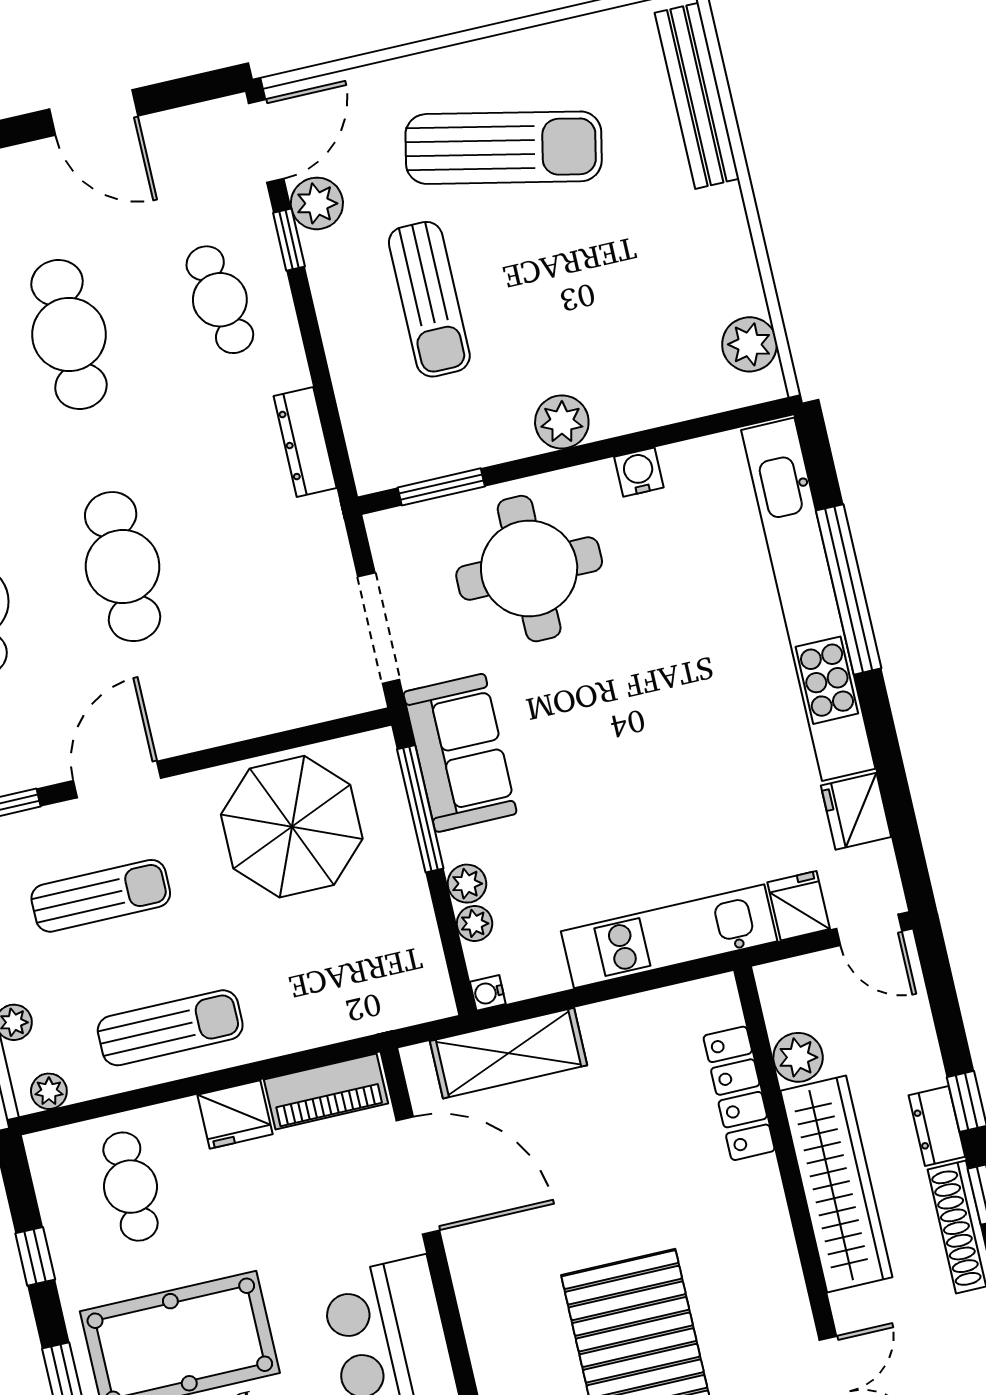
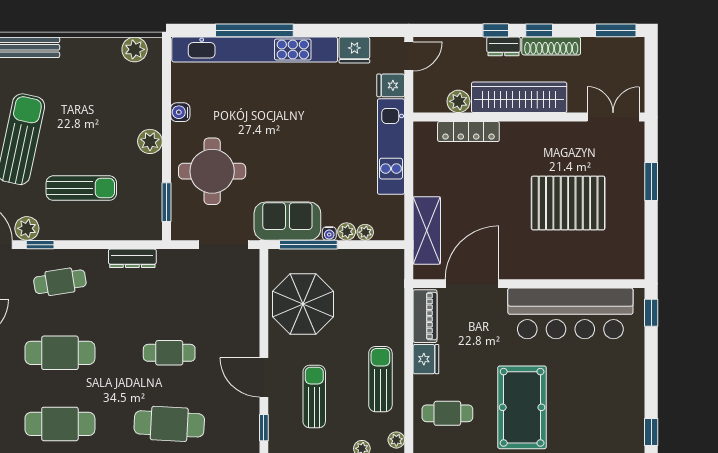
cafe table: (123, 567) -> (169, 353), width x0.73, depth x0.74
water cooler: (488, 993) -> (329, 233), moved

